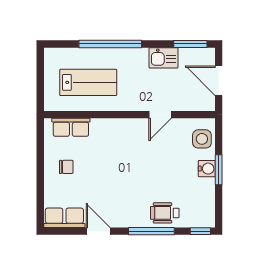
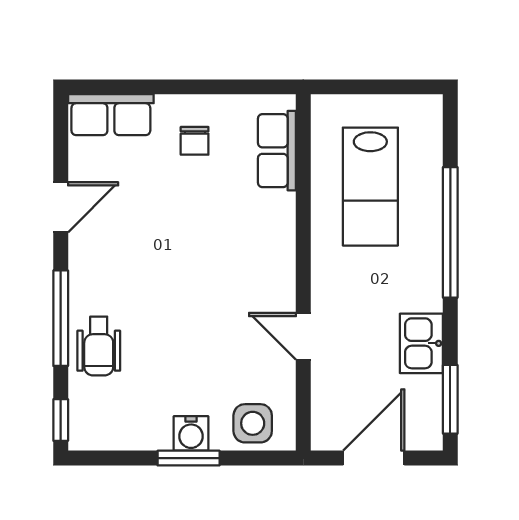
wheelchair: (165, 213) -> (99, 346), turned 180
row of seats: (64, 218) -> (111, 115), moved, turned 90

